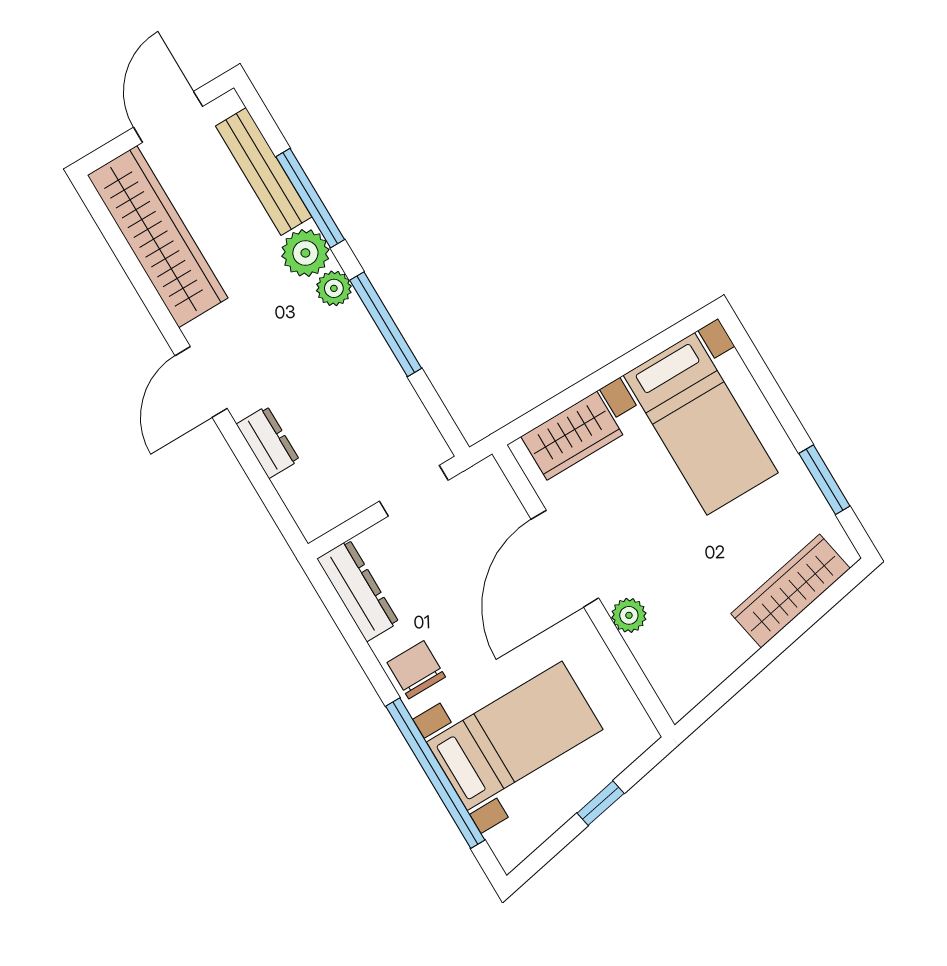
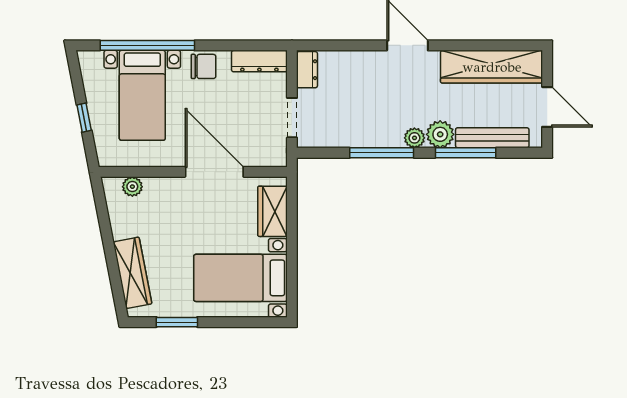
dresser: (268, 442) -> (307, 70), moved, turned -90
plant: (629, 615) -> (132, 187), moved

